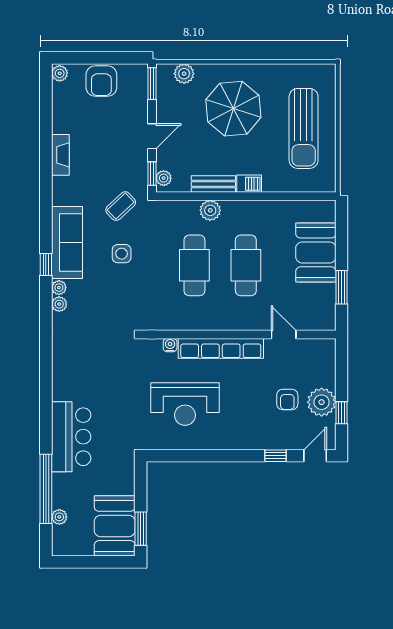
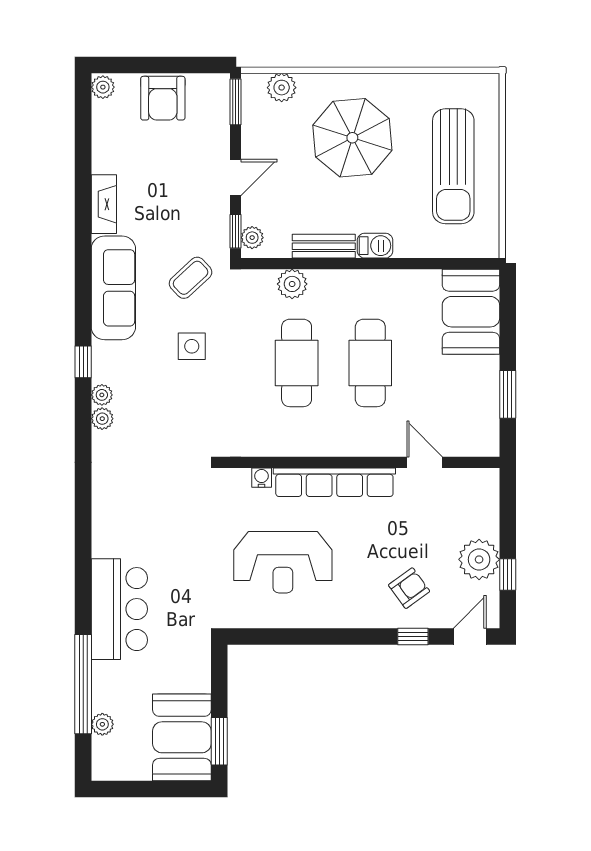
plant: (210, 210) -> (292, 284), moved
sofa: (67, 243) -> (113, 288), moved
booth: (316, 252) -> (471, 312), moved
armchair: (287, 399) -> (409, 588), moved, turned -126

